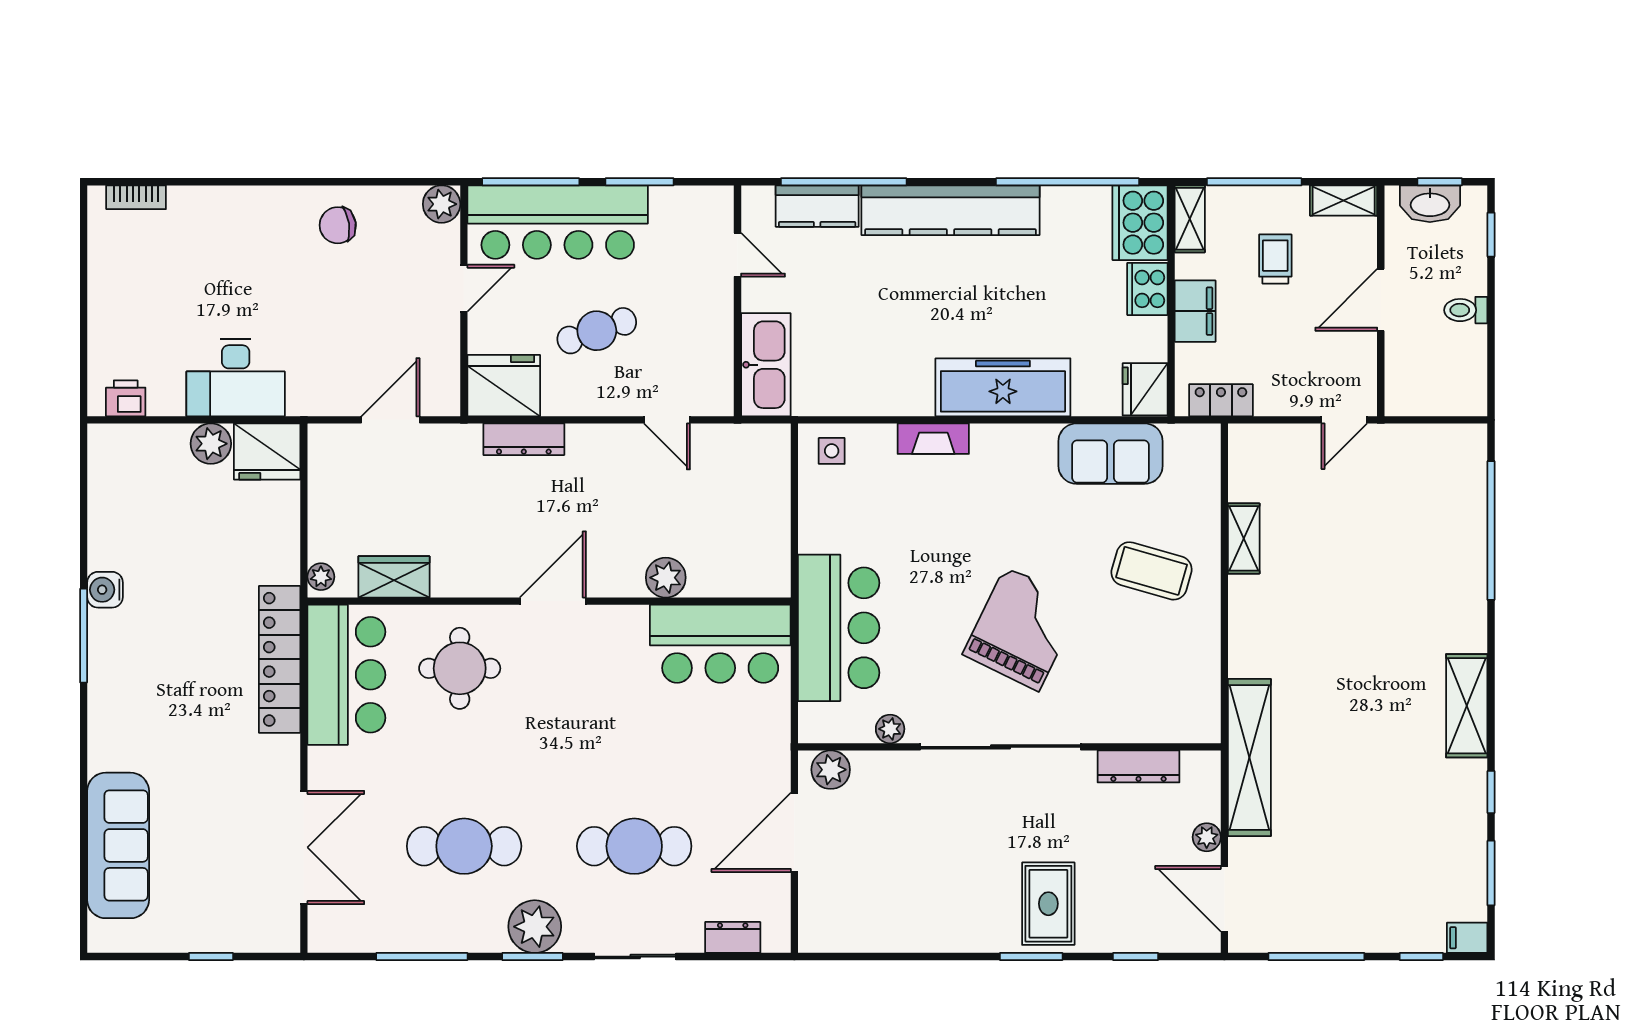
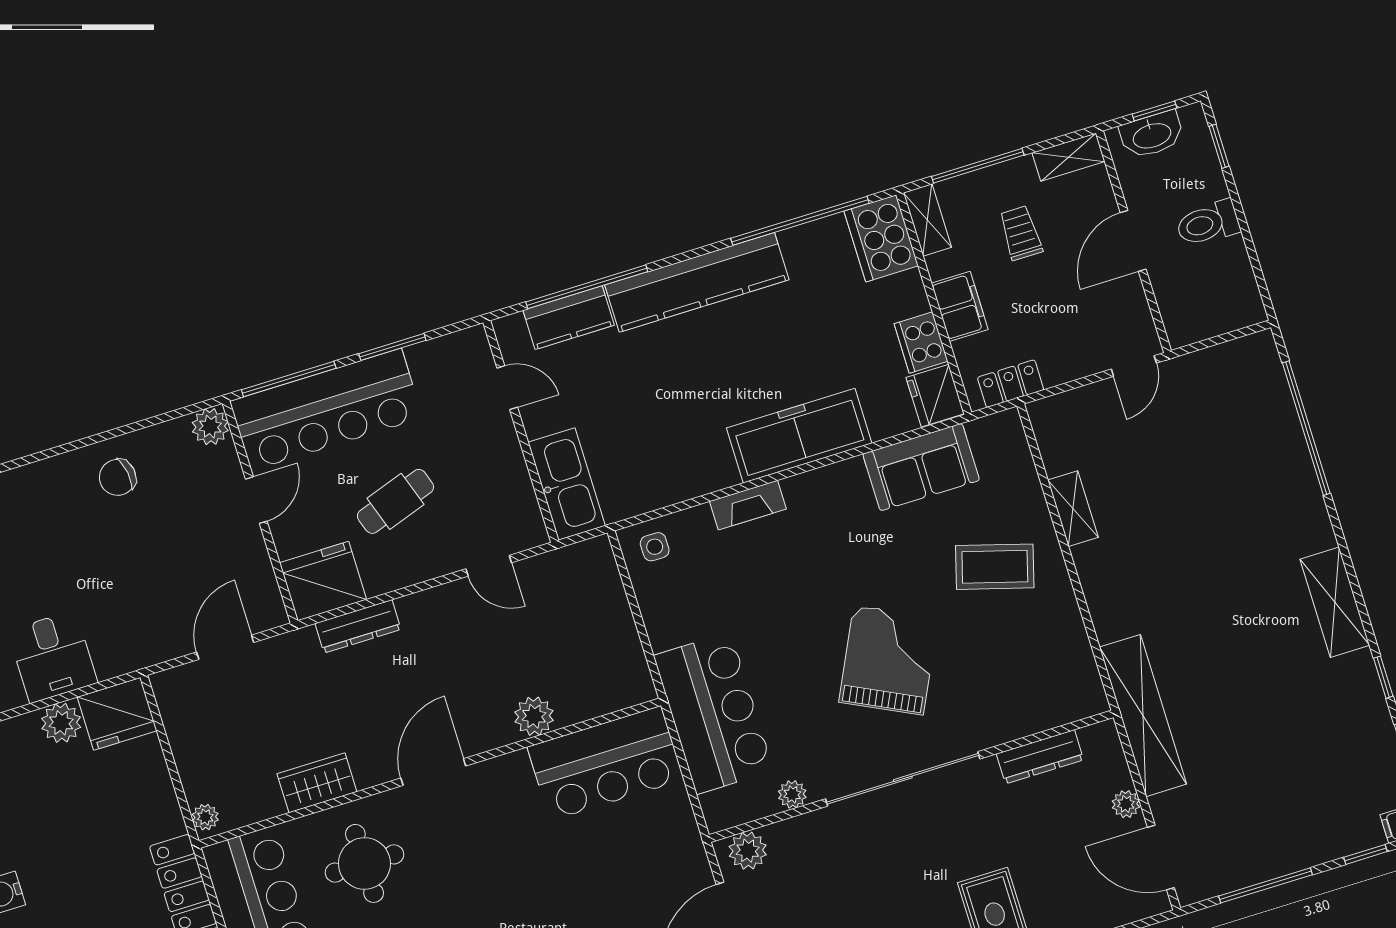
cooker: (1147, 289) -> (921, 343), moved
toilet: (1466, 310) -> (1208, 223), width x1.37, depth x1.39
desk: (236, 378) -> (53, 657), width x0.73
wardrobe: (394, 577) -> (317, 783), moved

